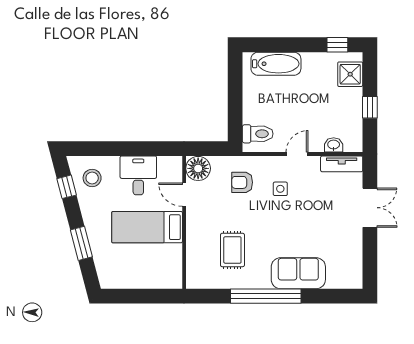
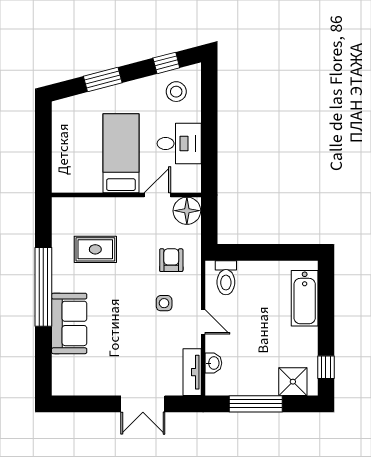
window: (370, 107) -> (256, 404), width x2.17

